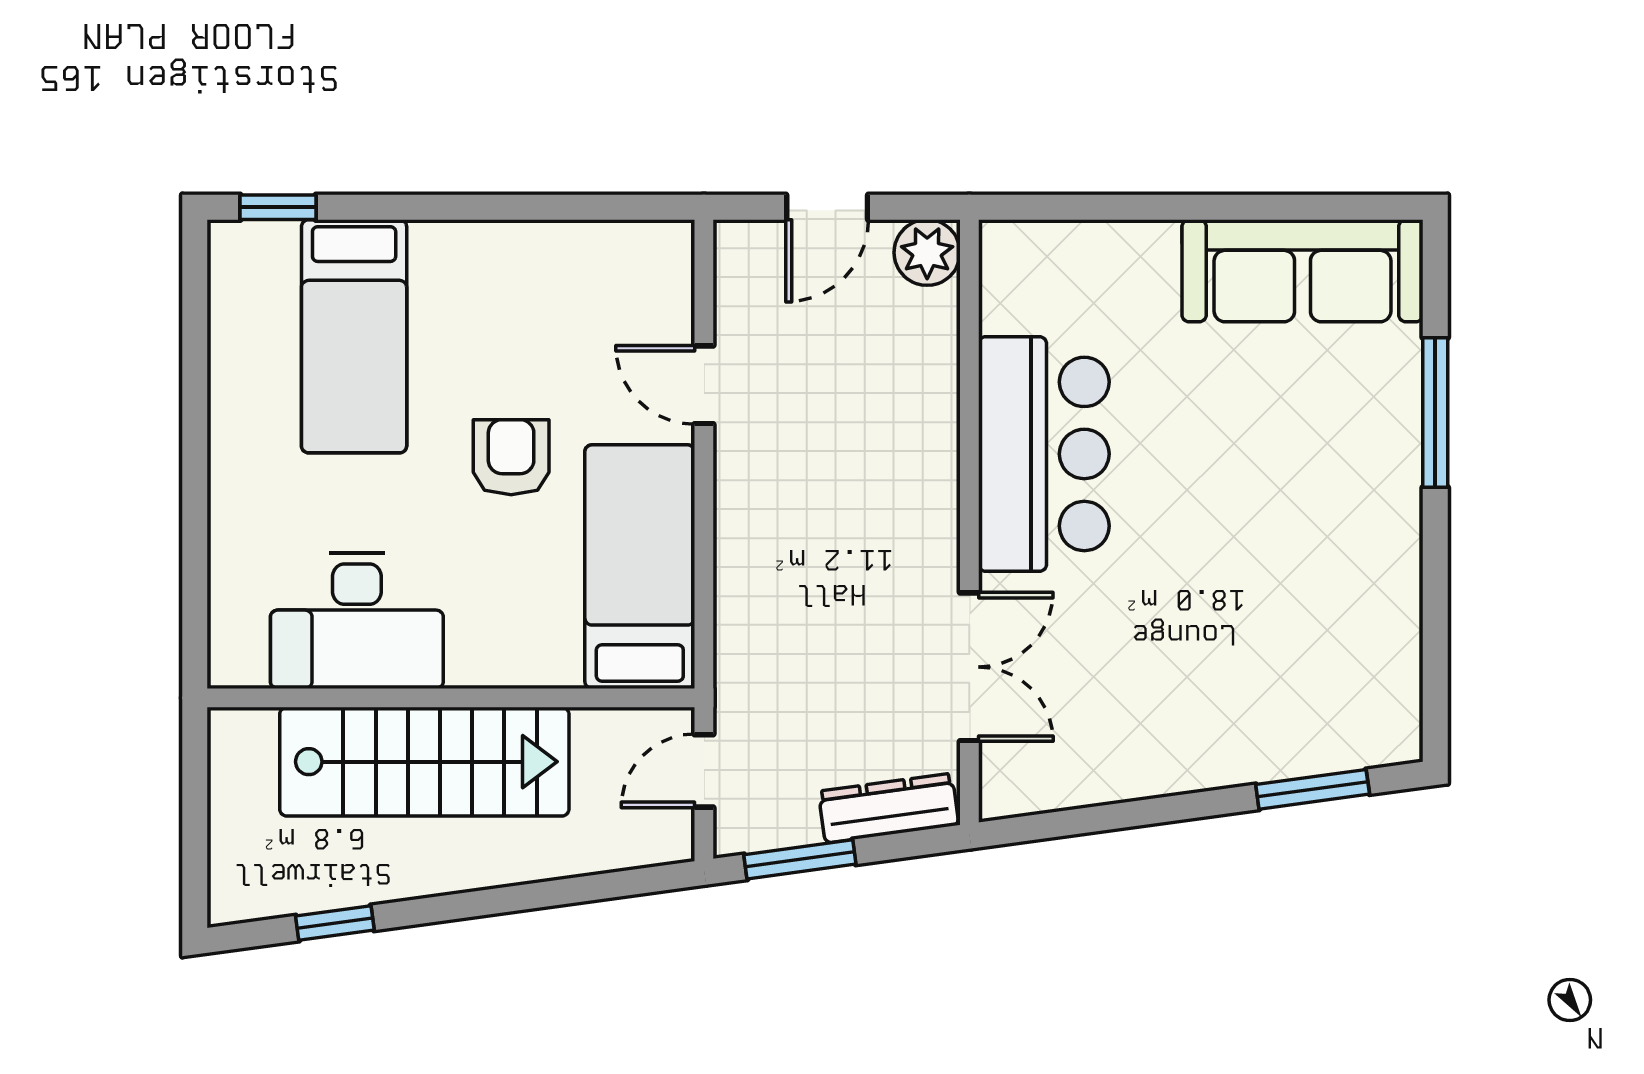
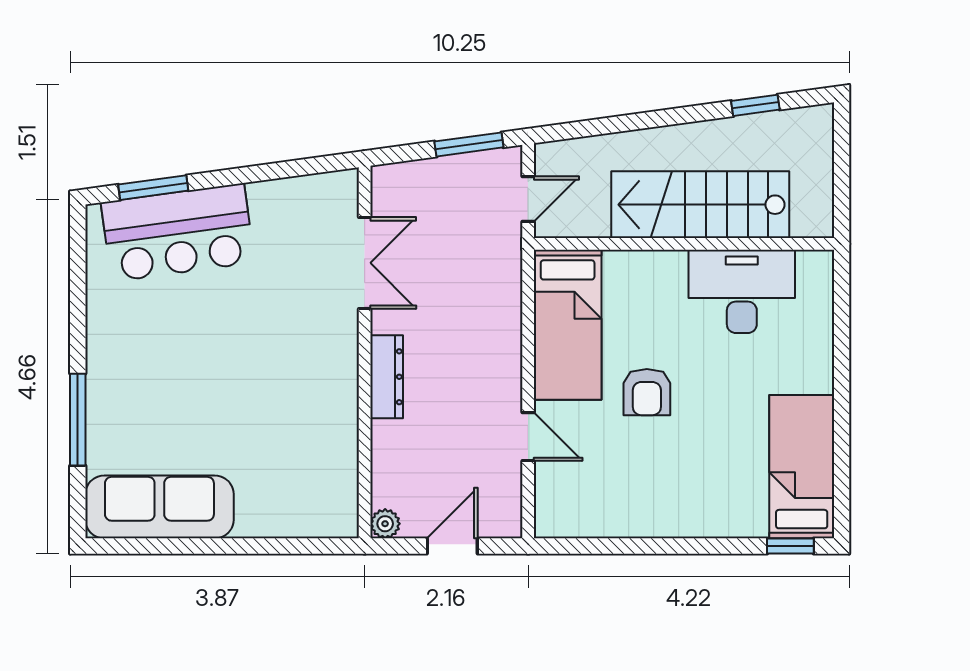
plant: (927, 253) -> (385, 524), width x0.73, depth x0.73
bed: (354, 336) -> (802, 467), moved
bar counter: (1044, 454) -> (178, 232), moved, turned -98
double door: (969, 667) -> (365, 263), swing flipped
dresser: (889, 808) -> (387, 377), moved, turned -82

